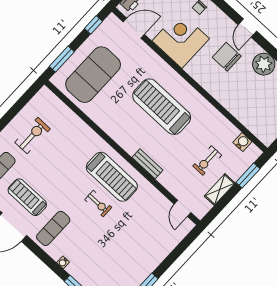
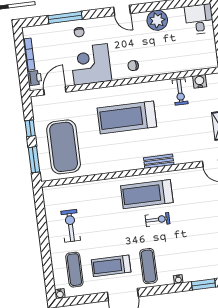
window: (93, 25) -> (30, 128), moved
chair: (227, 57) -> (133, 66), moved, width x0.54, depth x0.54
exercise bike: (207, 161) -> (180, 92), moved
treadmill: (112, 177) -> (147, 194), turned 180

